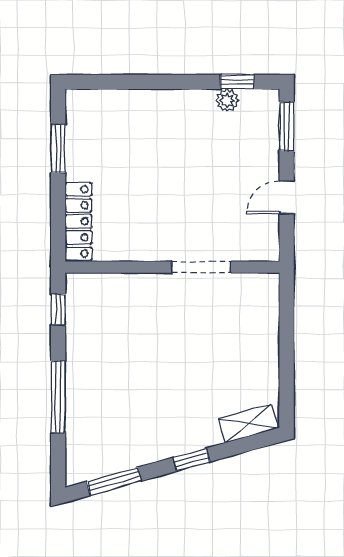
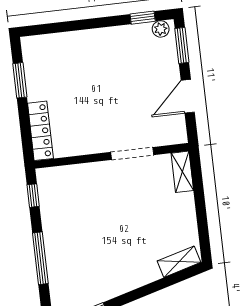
plant: (227, 100) -> (161, 29), moved
door: (287, 197) -> (188, 96), width x1.38
shelving: (267, 300) -> (182, 172), added
window: (192, 460) -> (141, 292), removed

